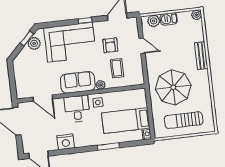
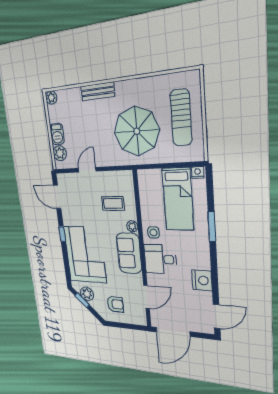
armchair: (110, 45) -> (115, 304), moved

